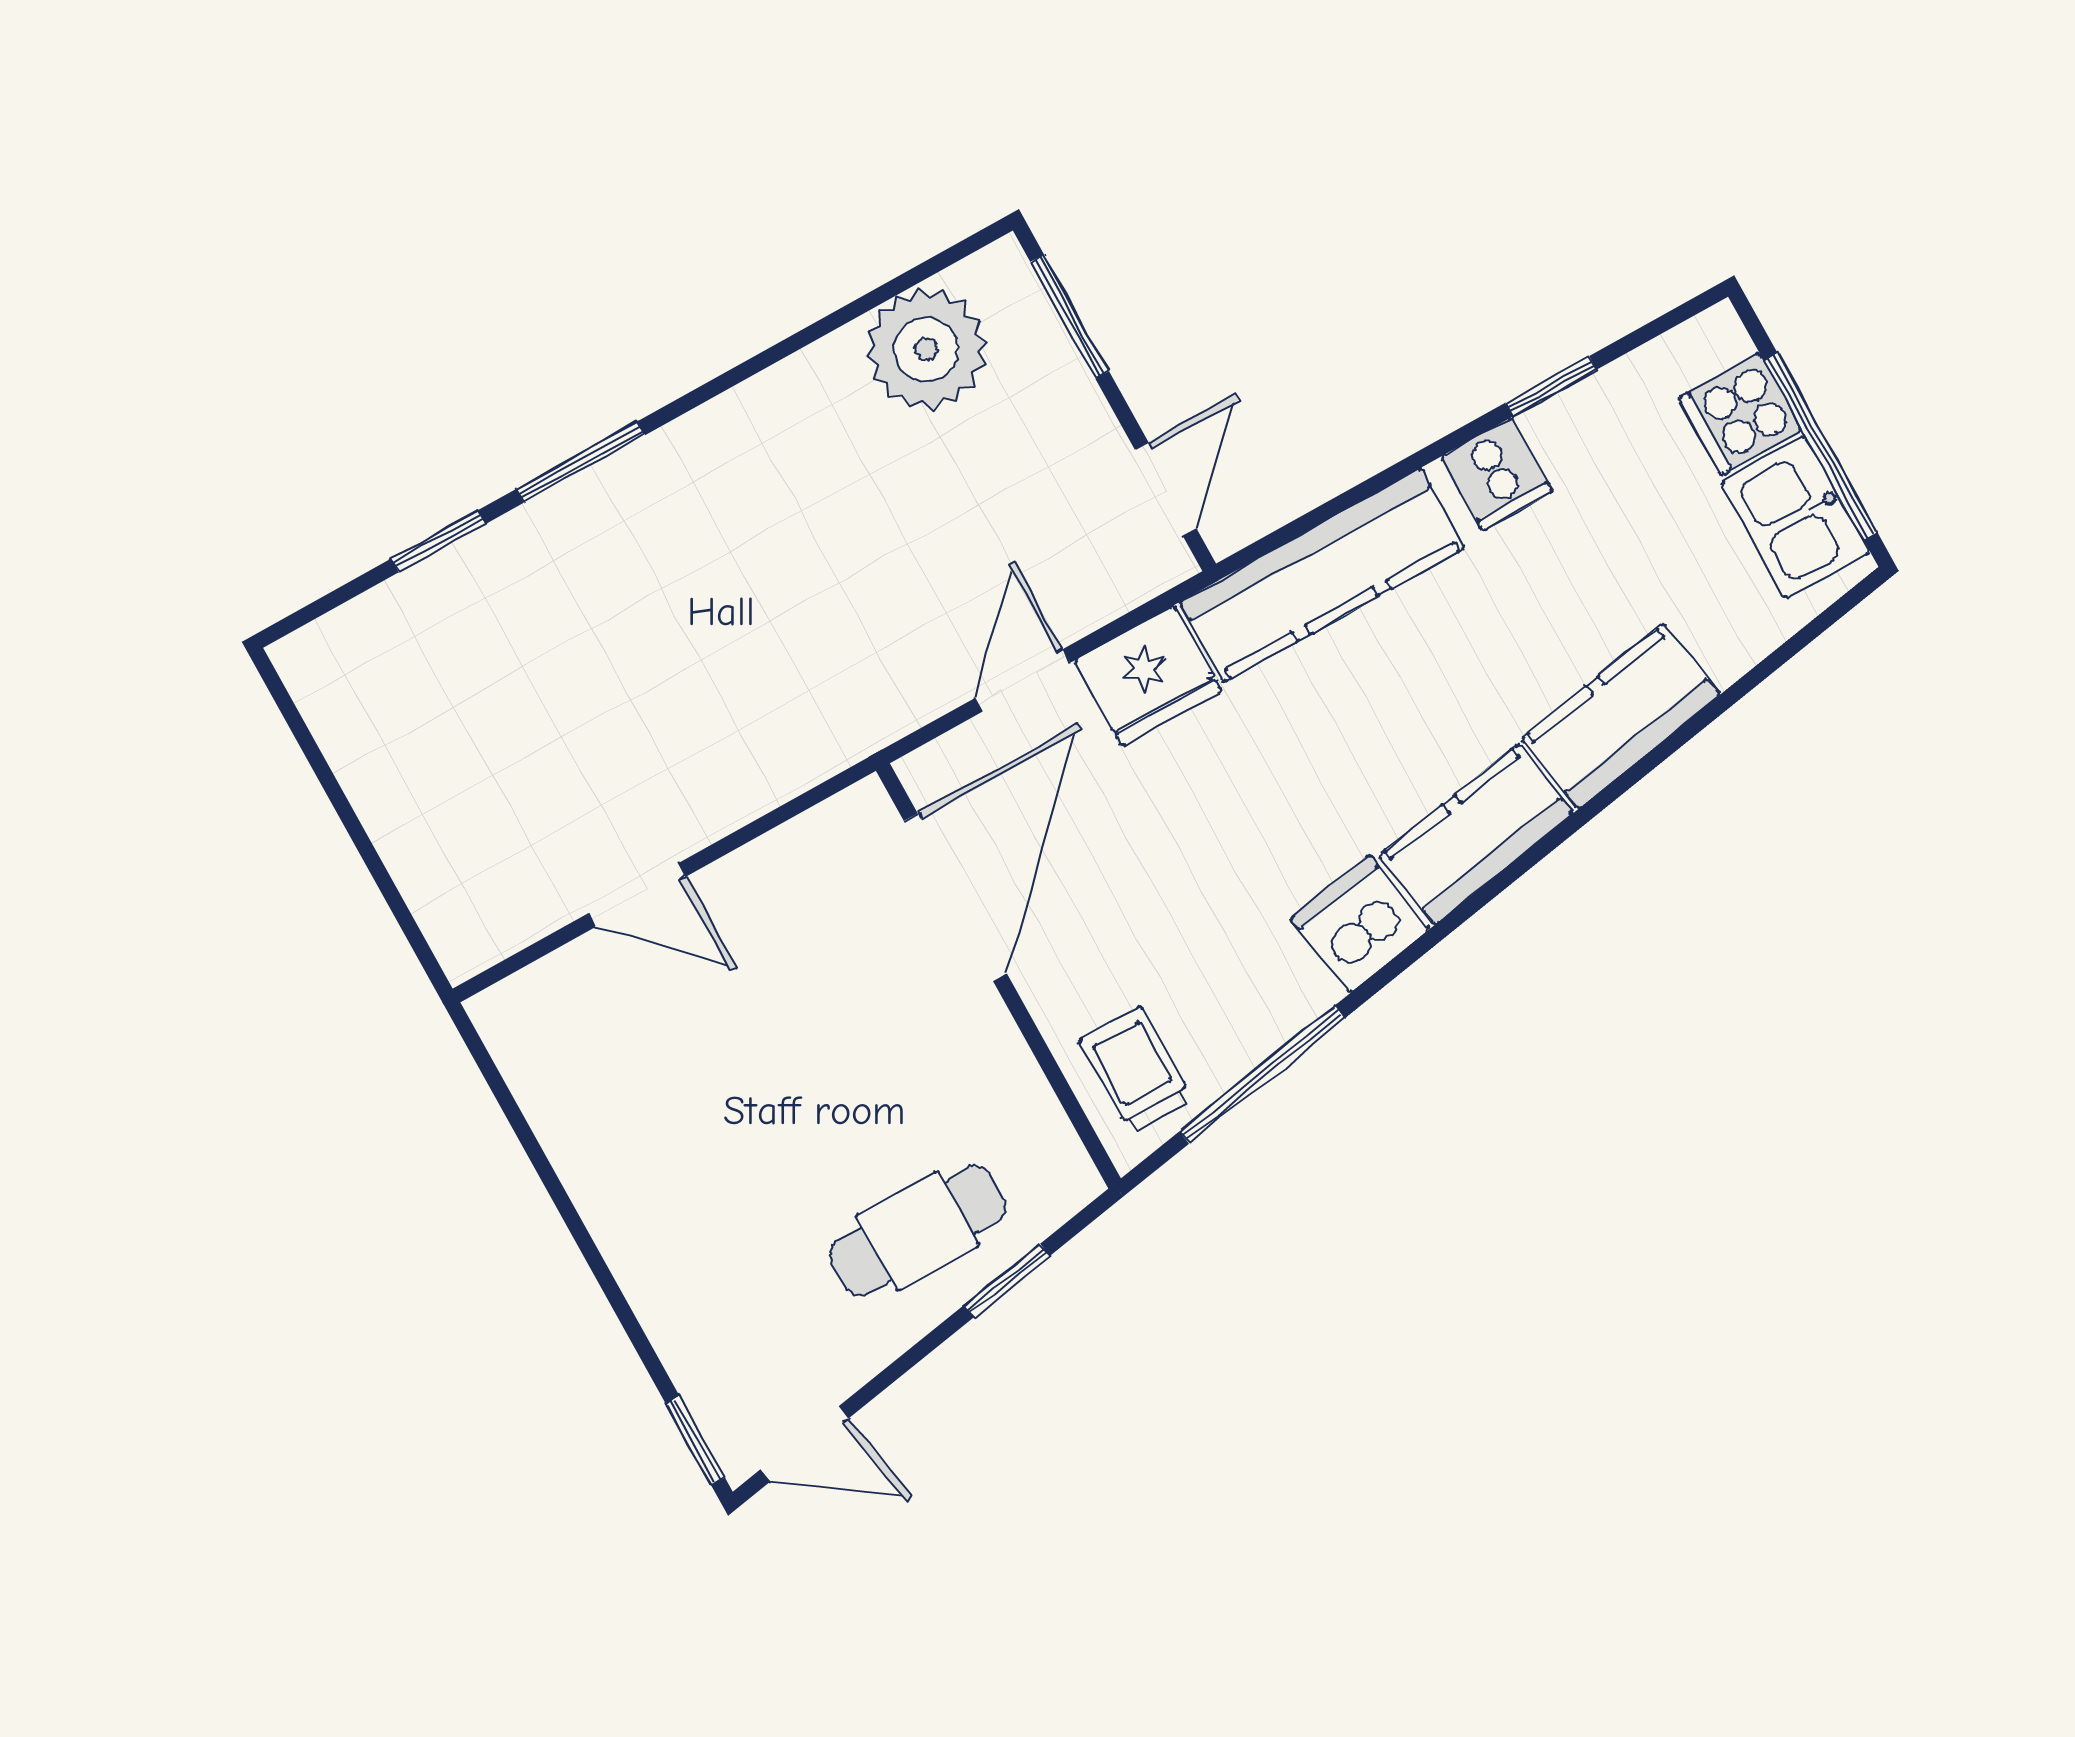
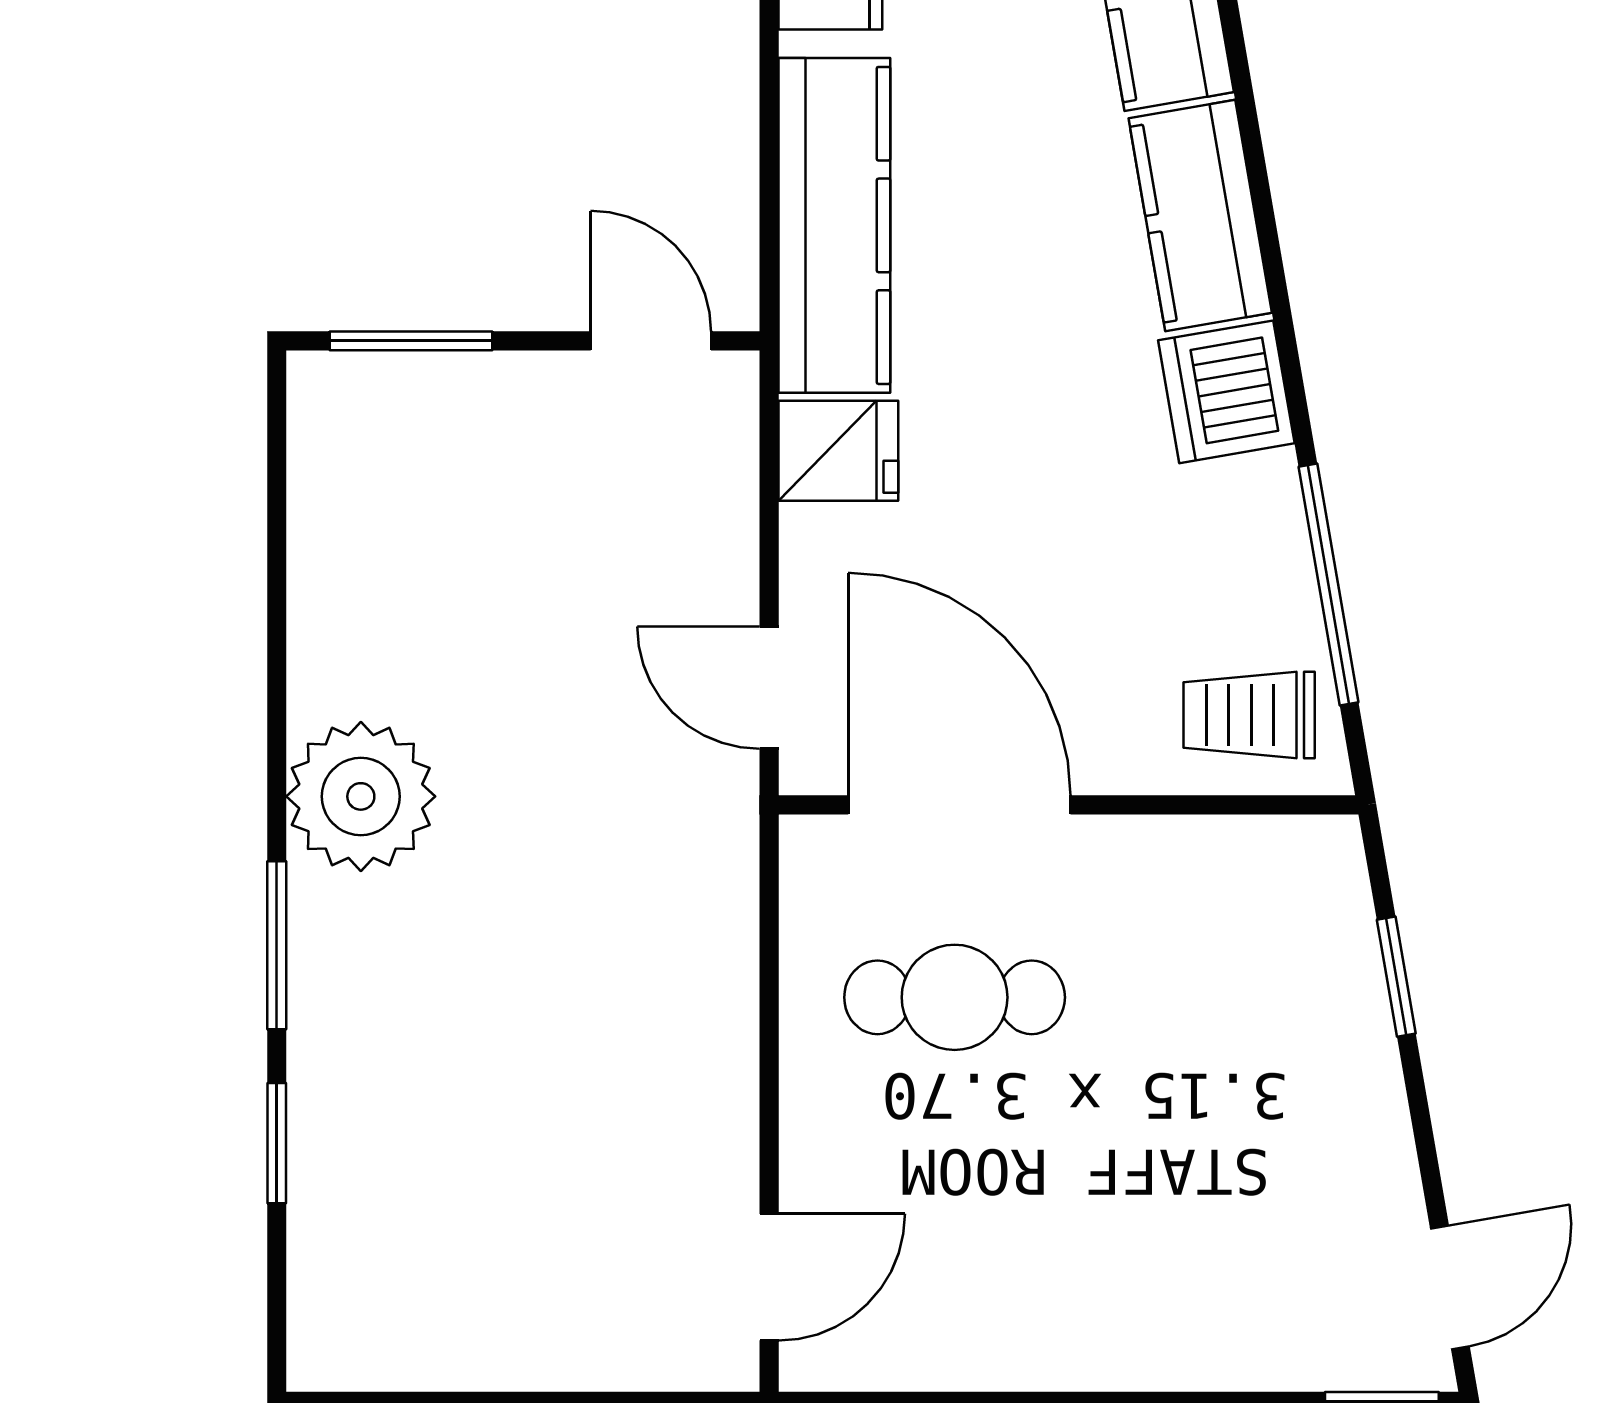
plant: (926, 349) -> (361, 796), moved
fridge: (1148, 676) -> (838, 451), width x0.72
door: (1023, 680) -> (769, 688), moved
door: (637, 895) -> (769, 1277), moved
cafe table: (918, 1231) -> (955, 997), moved, turned 90

